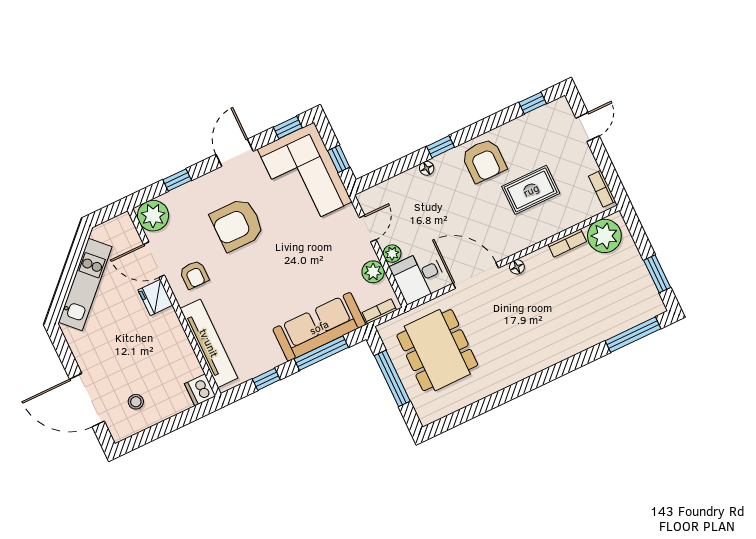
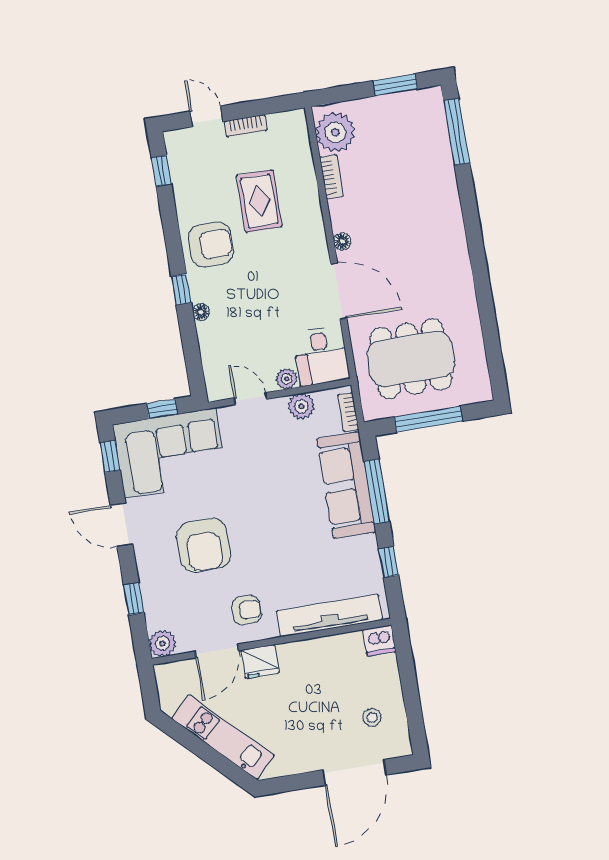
bookcase: (602, 189) -> (246, 126), moved
plant: (153, 216) -> (162, 643), width x0.73, depth x0.73
door: (476, 276) -> (339, 291), swing flipped

